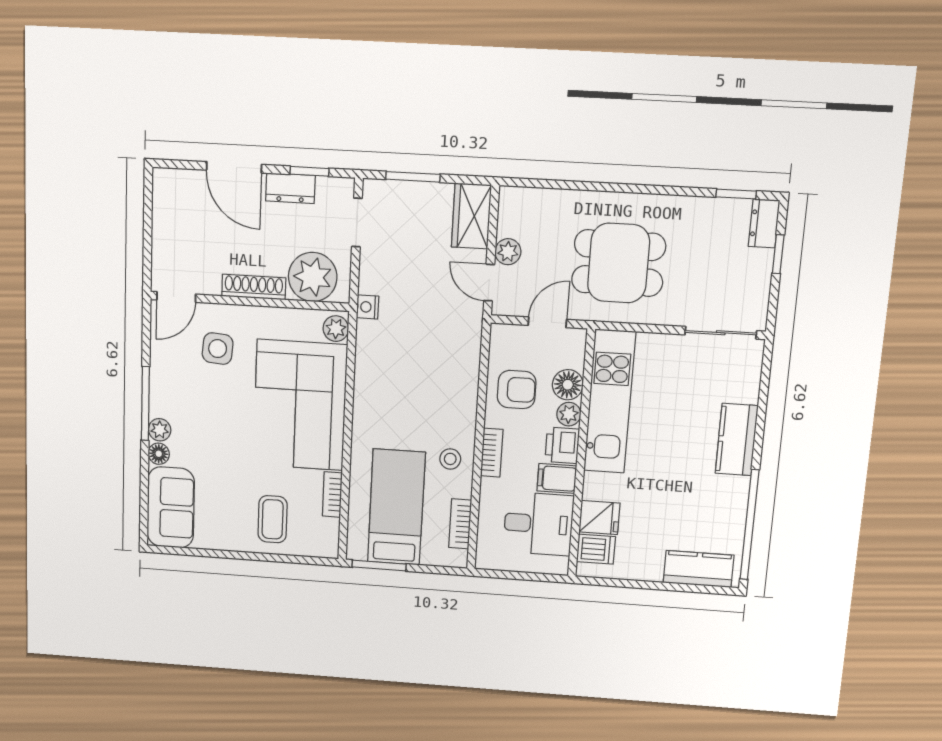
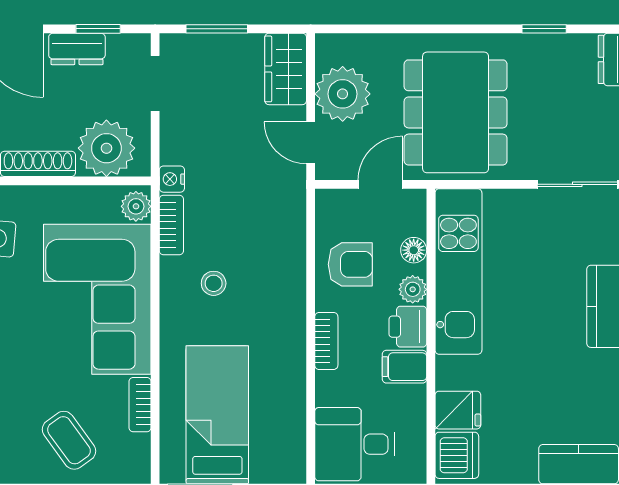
window: (736, 194) -> (544, 29), moved
plant: (508, 252) -> (343, 94), width x1.88, depth x1.88
dining table: (619, 263) -> (456, 112), width x1.38
floor lamp: (568, 385) -> (414, 250), width x0.73, depth x0.73
stool: (450, 459) -> (214, 283), moved
coffee table: (273, 519) -> (69, 440), turned -36
bookcase: (460, 524) -> (171, 225), moved, turned 180
desk: (538, 524) -> (355, 444), moved, turned 180
dishwasher: (596, 549) -> (457, 455), width x1.38

